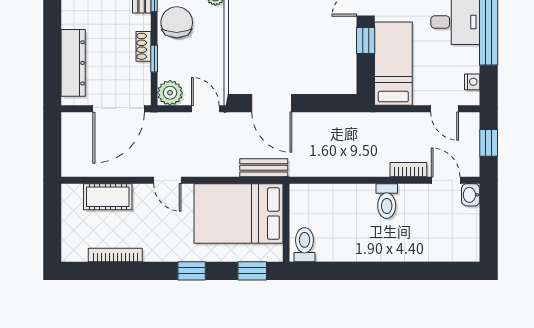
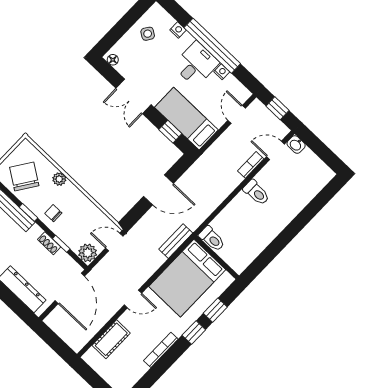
chair: (177, 22) -> (53, 213), width x0.54, depth x0.54
window: (366, 41) -> (170, 132), moved
nightstand: (472, 82) -> (222, 72), moved
door: (272, 103) -> (158, 190), moved
door: (445, 109) -> (237, 114), swing flipped
toilet: (305, 245) -> (212, 239), moved, turned 180
bookcase: (115, 255) -> (161, 350), moved
window: (252, 271) -> (215, 310), moved

